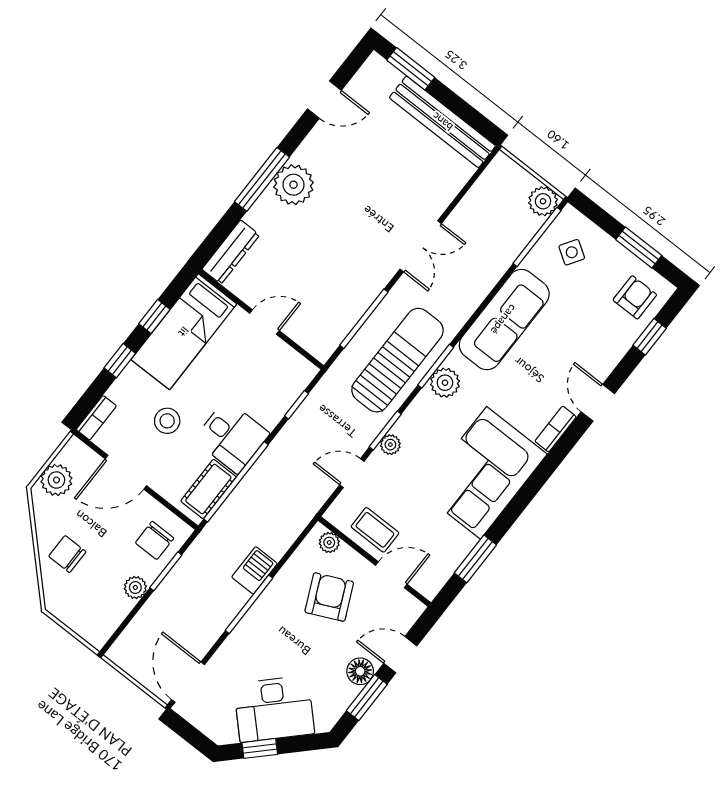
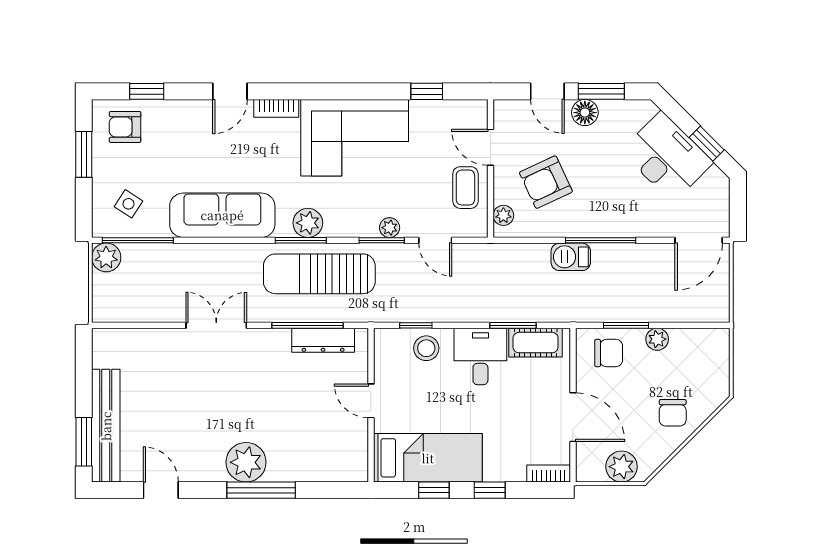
bench: (442, 122) -> (106, 426), moved
dresser: (231, 252) -> (323, 340), moved, turned 180
stool: (167, 421) -> (426, 348), moved
window: (236, 482) -> (513, 325), width x0.47
window: (475, 559) -> (427, 91), width x0.67

